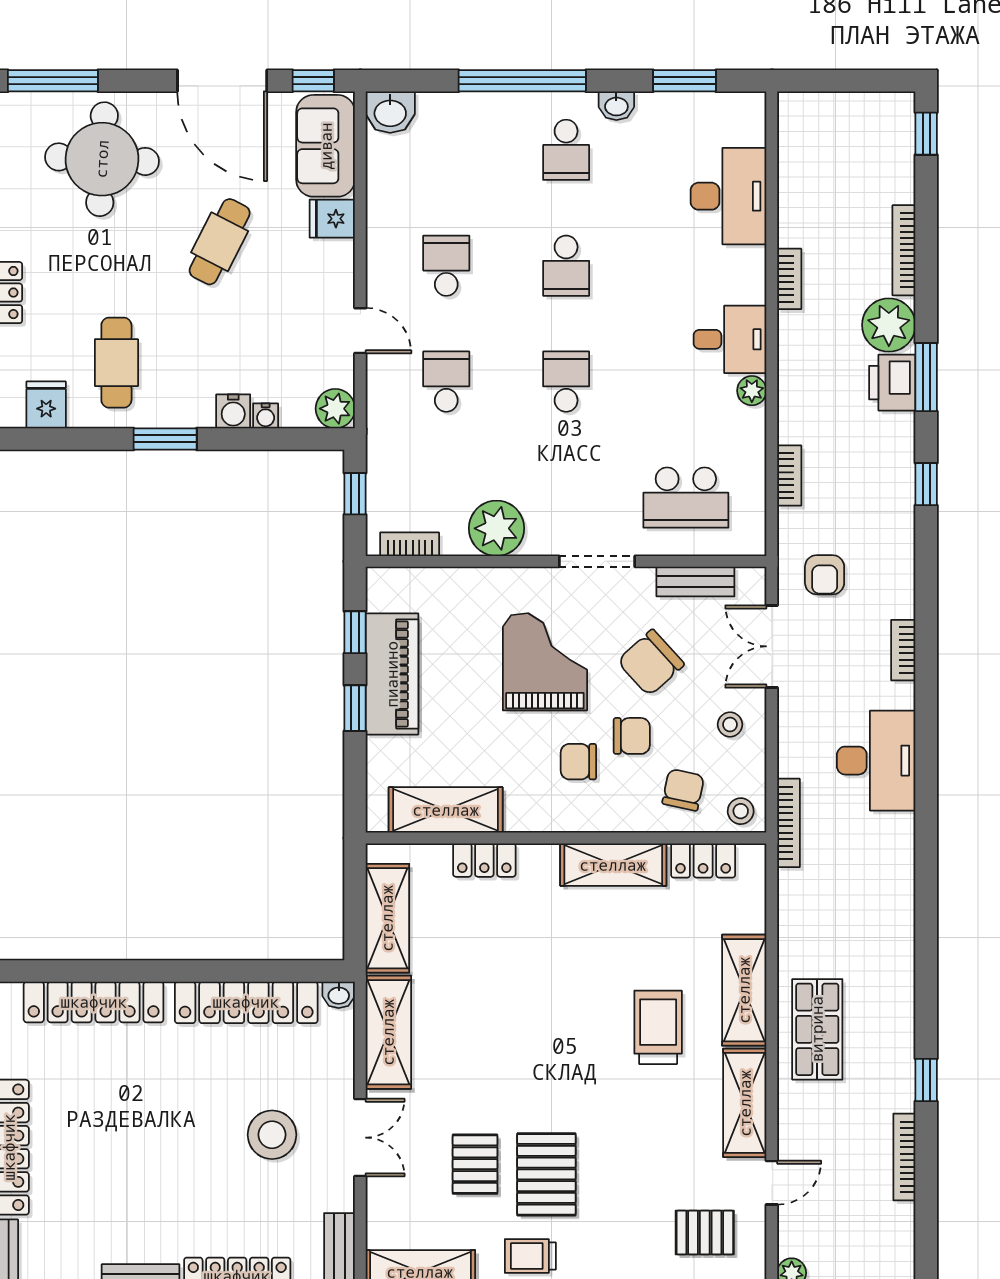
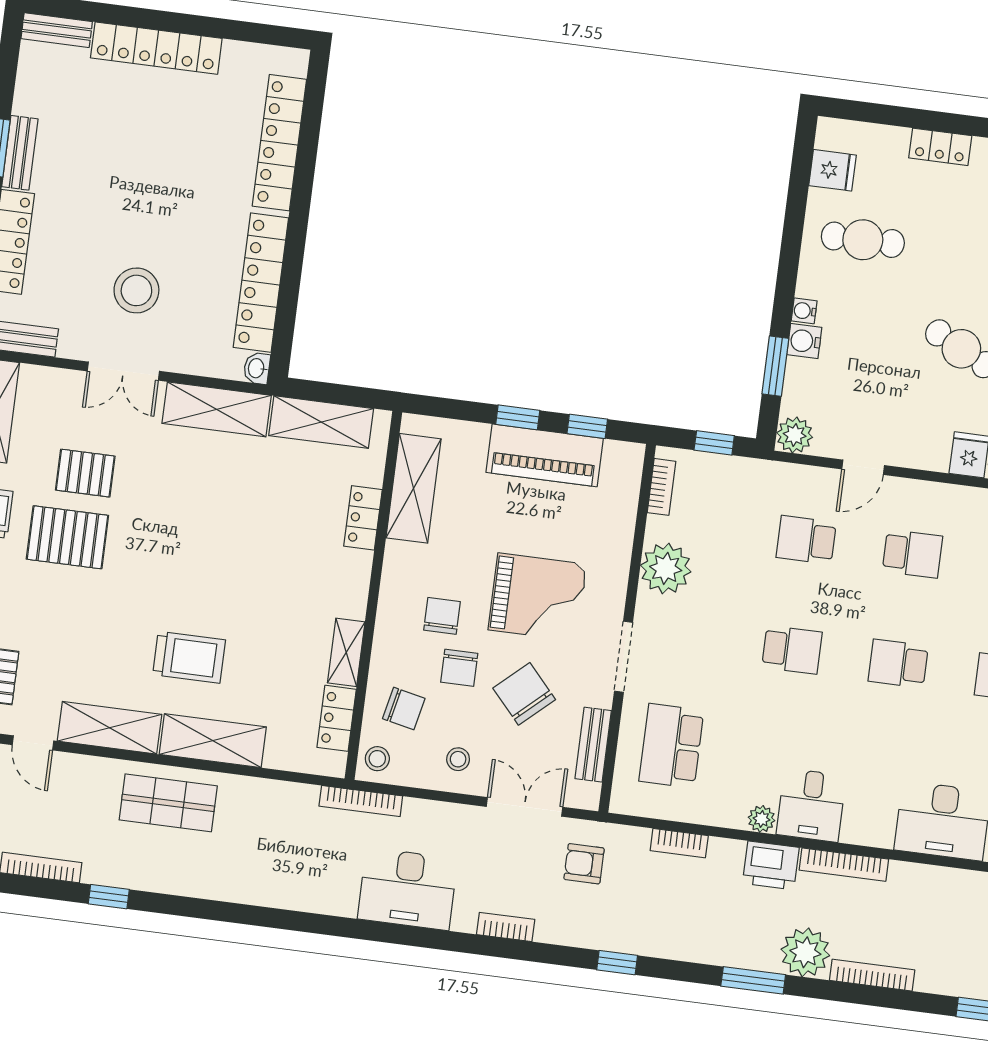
bookcase: (789, 279) -> (844, 865), width x1.56
school desk: (446, 382) -> (806, 540), turned 180
printer: (892, 383) -> (771, 865), moved, turned 180
water cooler: (266, 416) -> (804, 311), moved
window: (165, 439) -> (775, 366), moved
window: (926, 484) -> (617, 963), moved
shelving: (613, 865) -> (346, 652), width x0.67, depth x0.75

